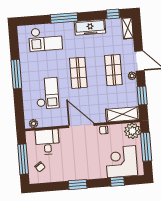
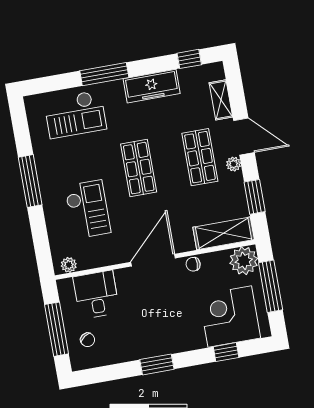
shelving: (128, 28) -> (221, 100), moved
door: (81, 126) -> (153, 260), hinge flipped

